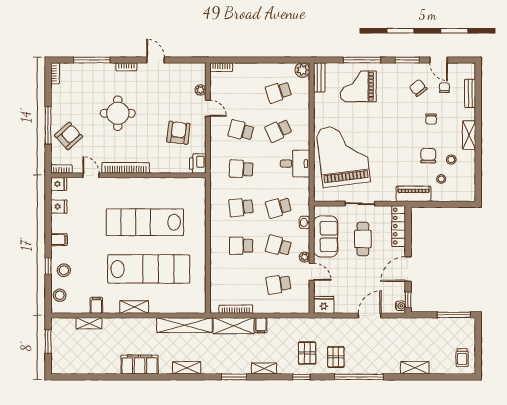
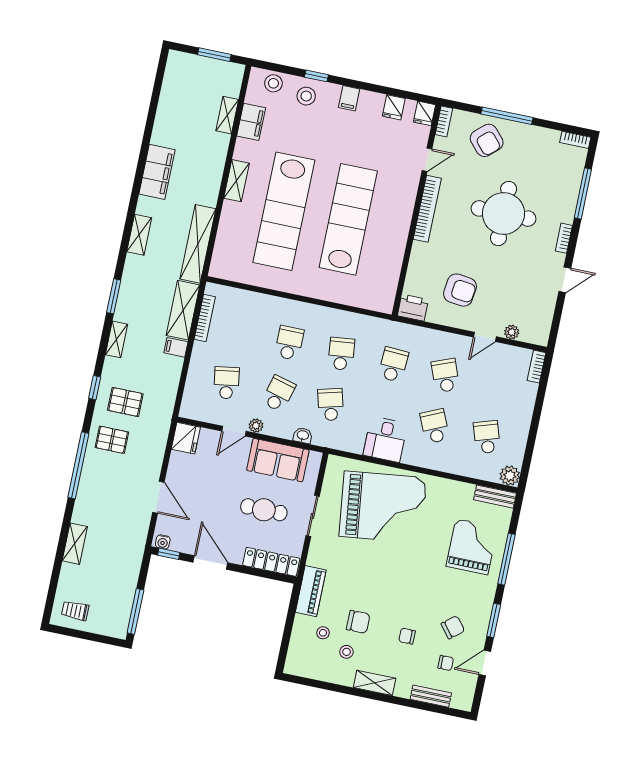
round table: (118, 113) -> (504, 214), width x1.36, depth x1.36
school desk: (241, 130) -> (445, 376), turned -36
filing cabinet: (96, 305) -> (251, 122), width x2.00

